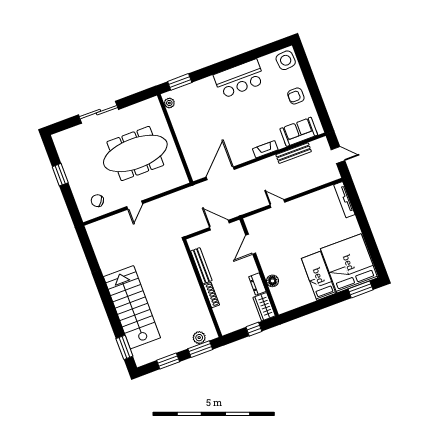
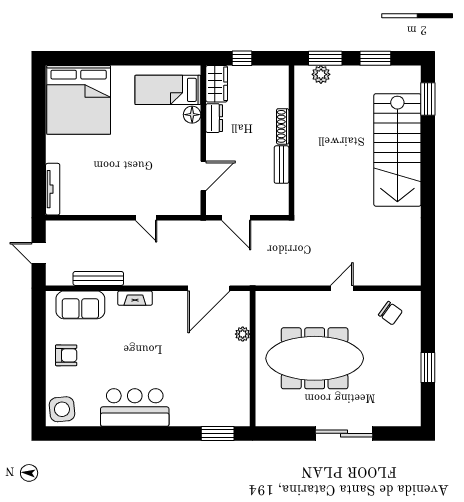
plant: (169, 103) -> (243, 334), moved
bench: (201, 266) -> (282, 165), width x0.73
bed: (319, 276) -> (168, 90), moved, turned 90
window: (361, 289) -> (76, 58), removed

